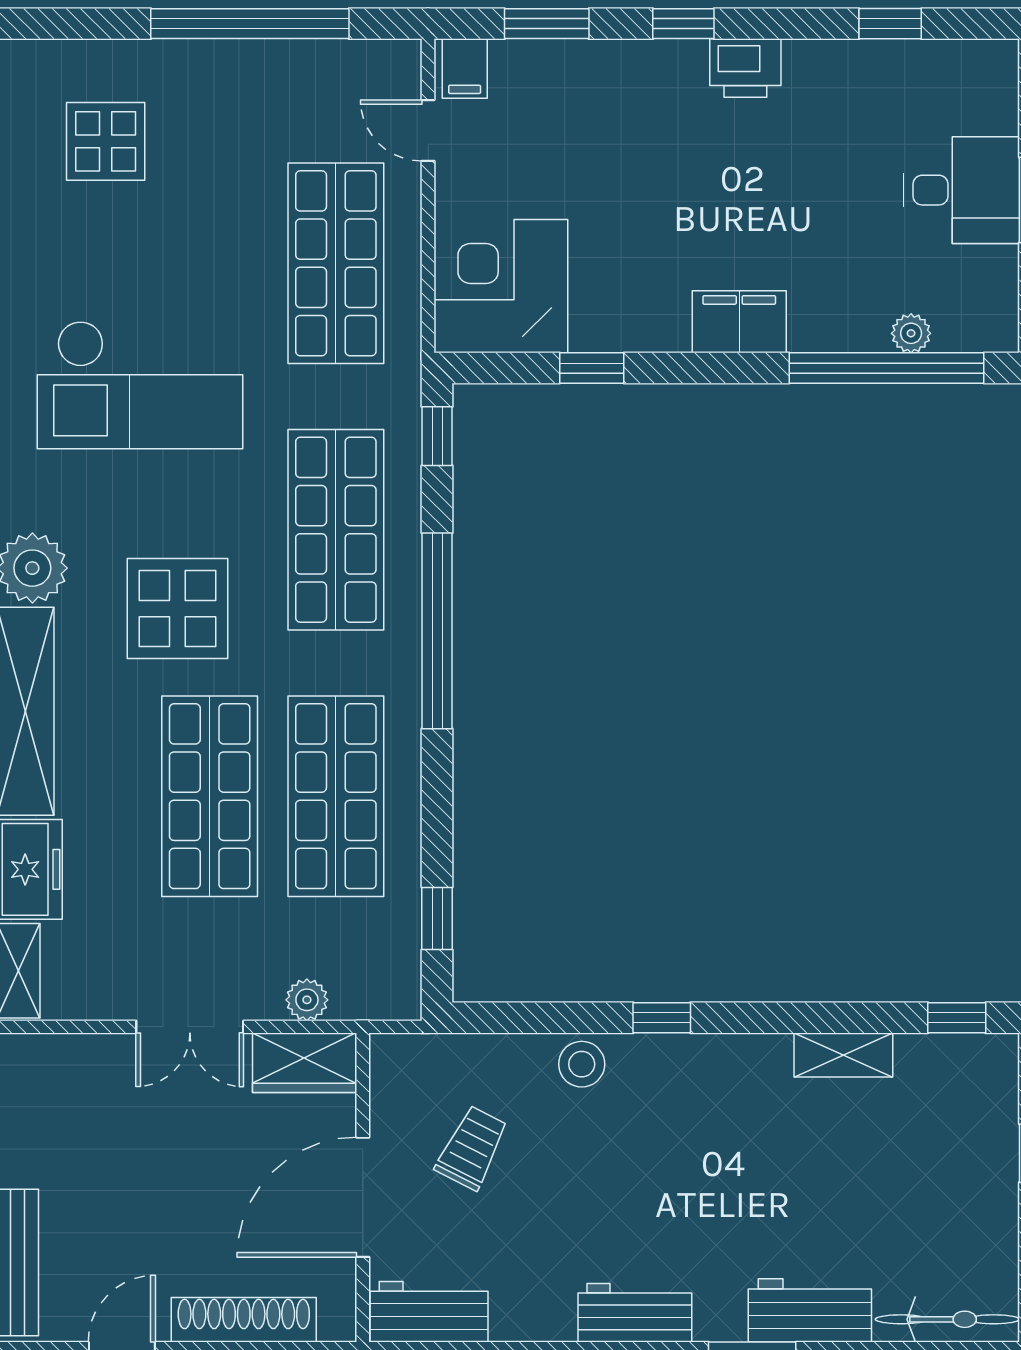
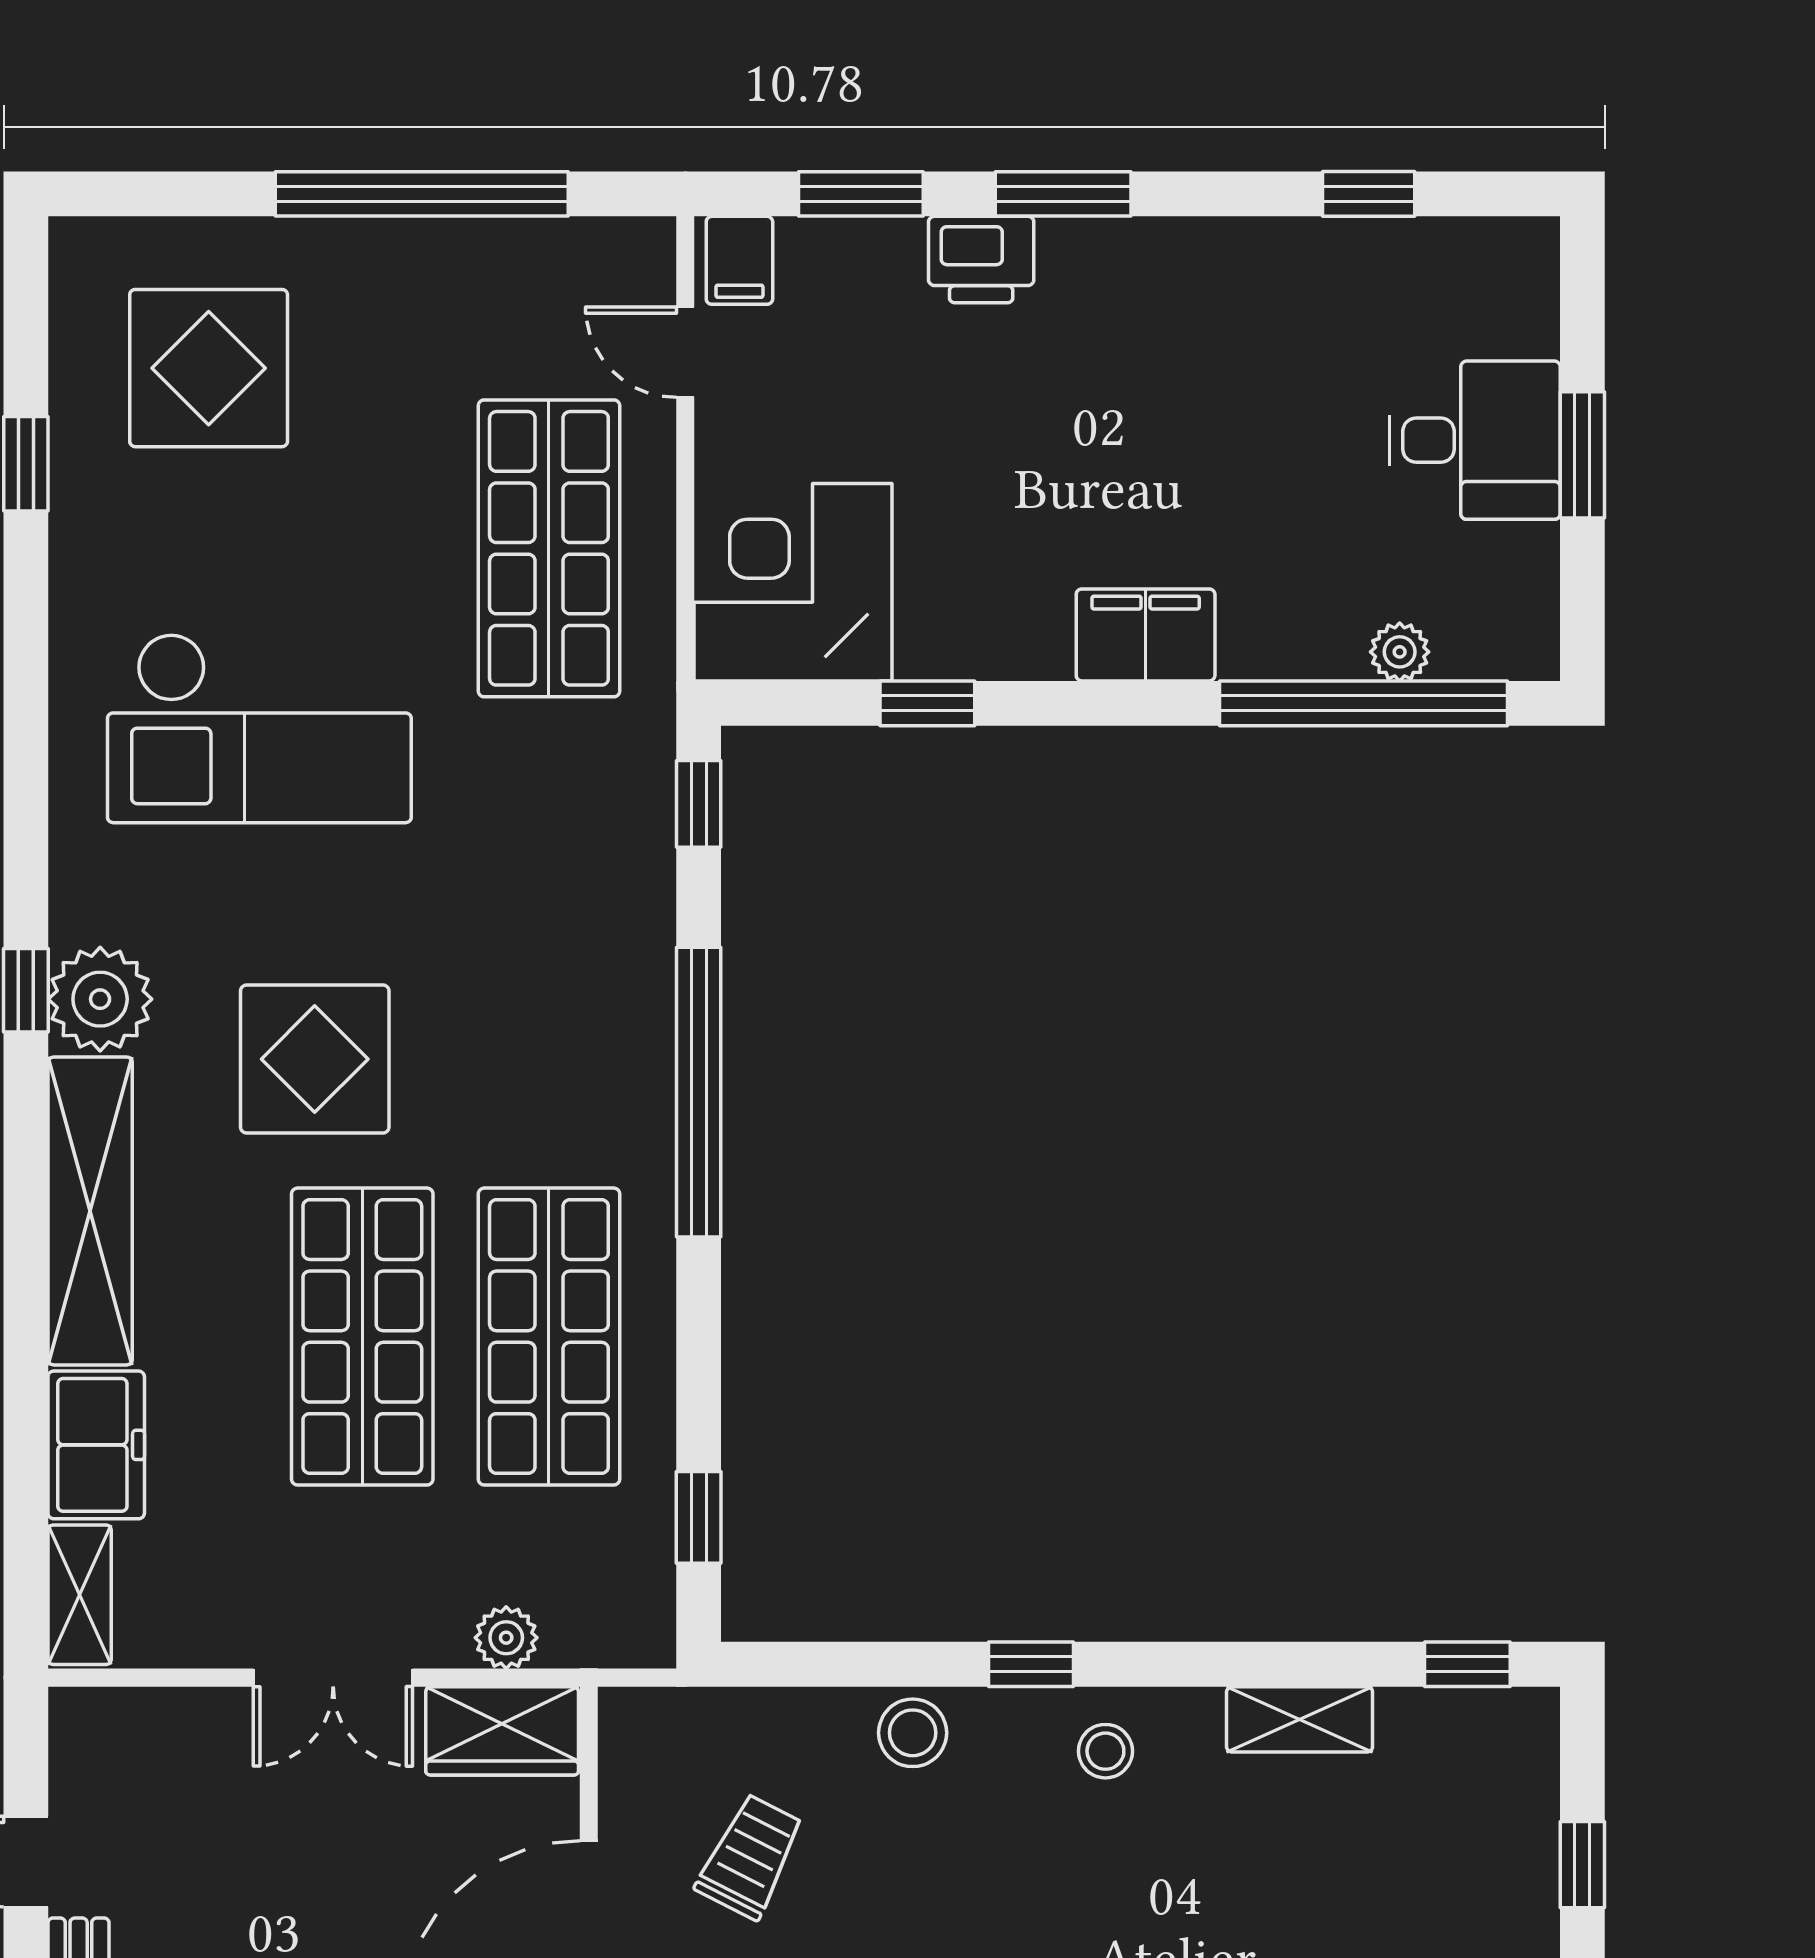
window: (683, 24) -> (1063, 194), width x1.50
printer: (745, 68) -> (981, 260), moved
display table: (106, 141) -> (209, 368), width x1.36, depth x1.36
shop shelf: (336, 530) -> (549, 942), removed
stool: (712, 1077) -> (1105, 1751), added

